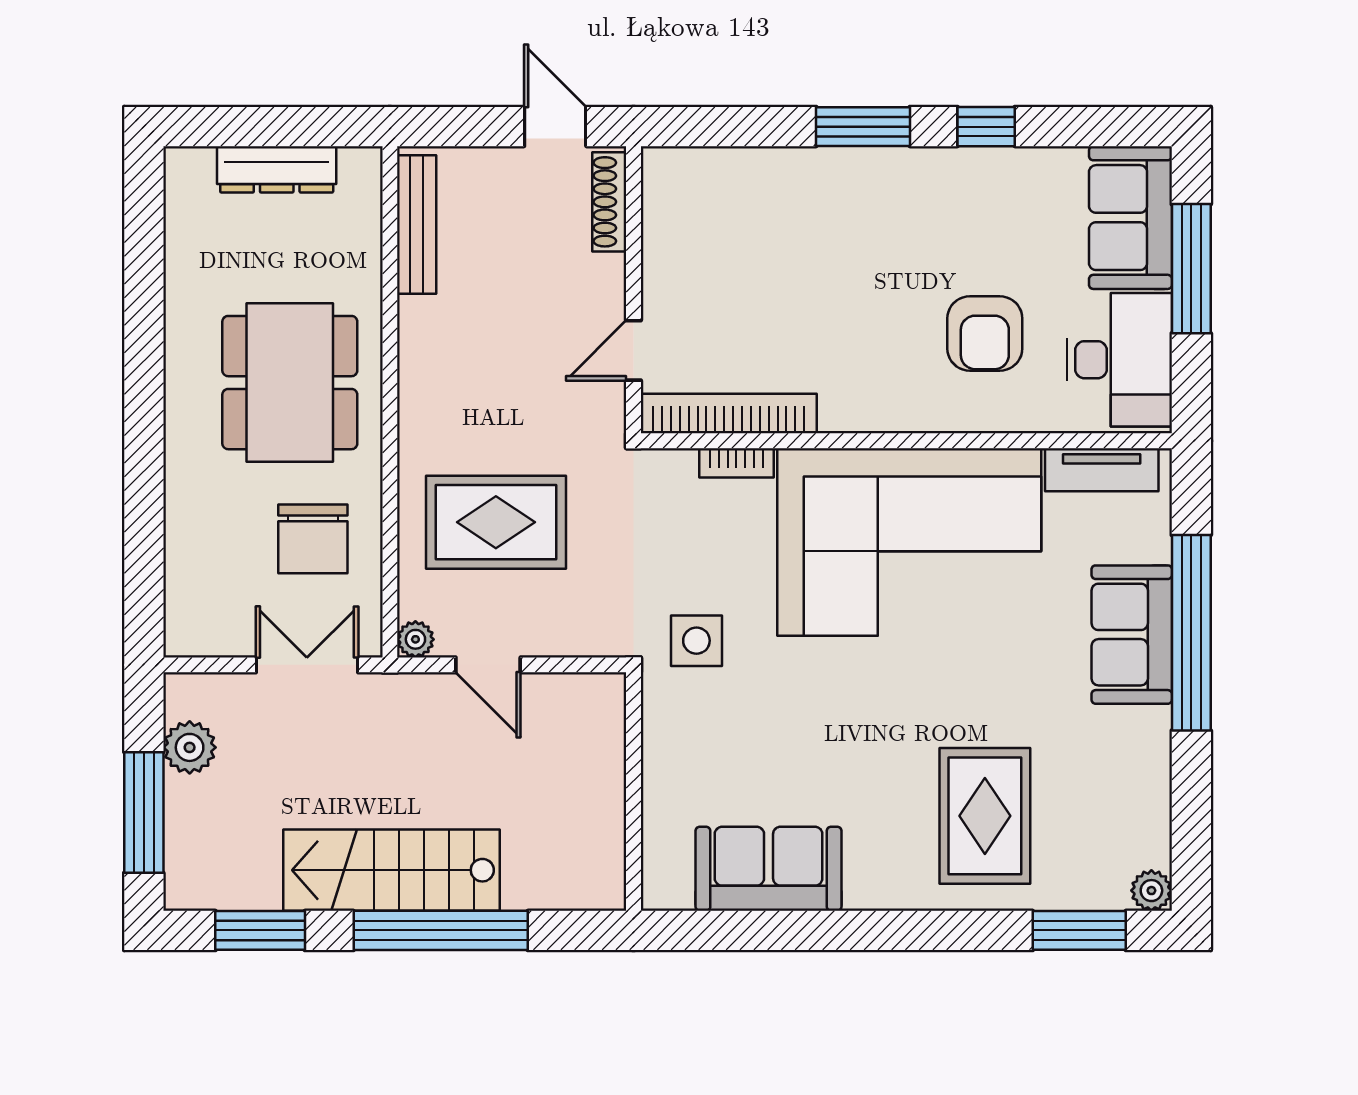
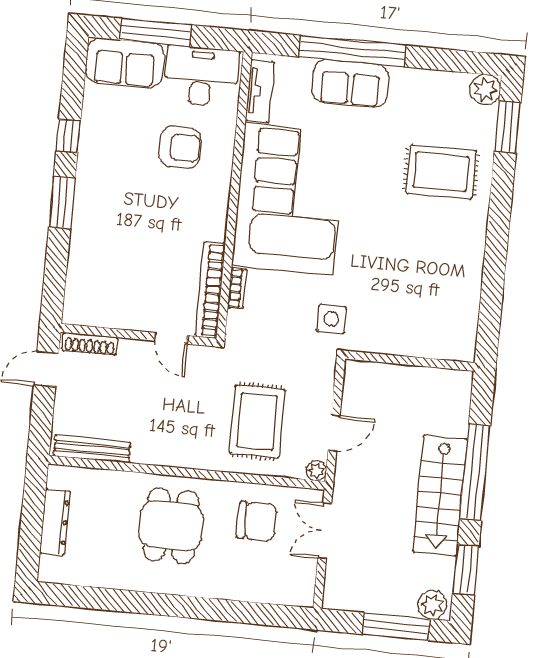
dining table: (290, 383) -> (171, 526), width x0.73
plant: (190, 747) -> (432, 605), moved
sofa: (769, 869) -> (458, 292), removed
plant: (1151, 891) -> (485, 90), width x1.38, depth x1.38

